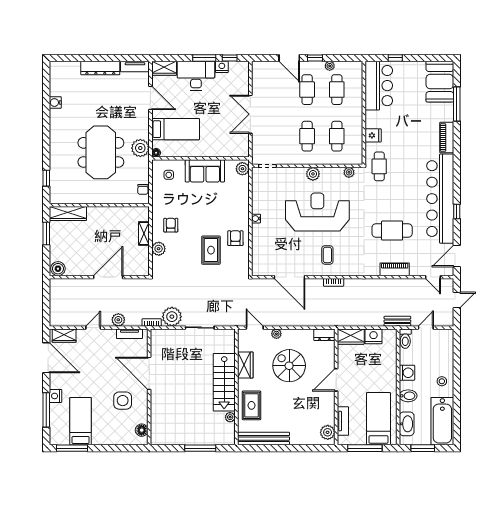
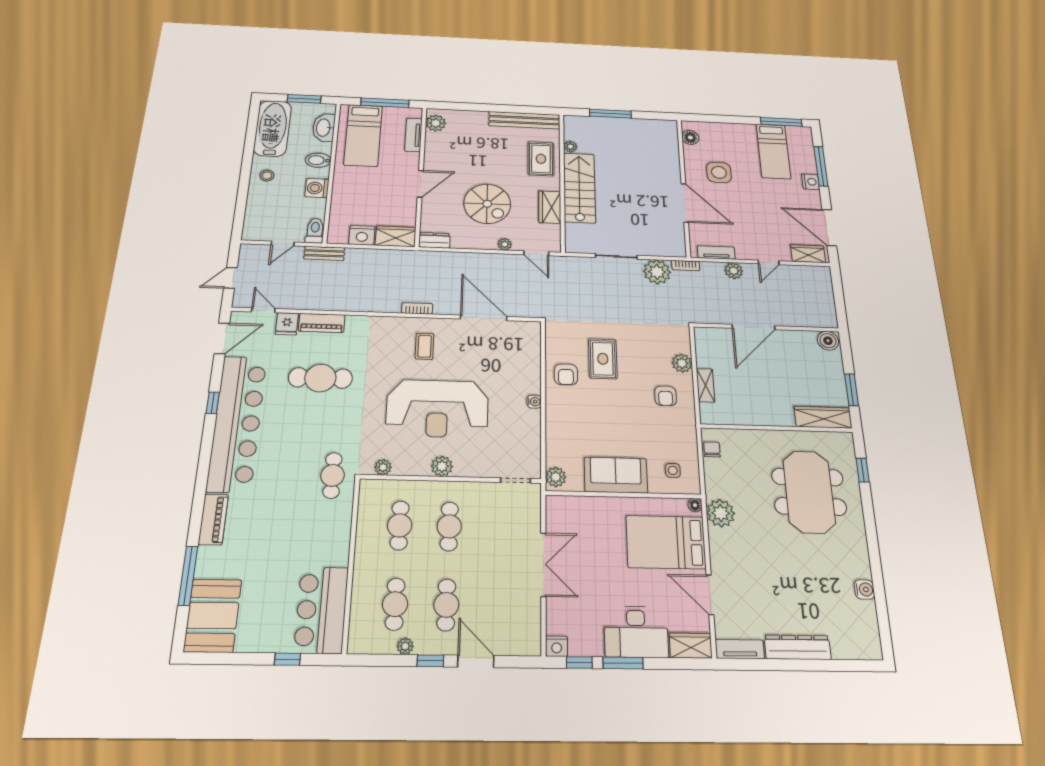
nightstand: (222, 67) -> (557, 646), moved
bed: (176, 129) -> (666, 542), width x1.50
fridge: (373, 135) -> (287, 324), moved, turned -90
meeting table: (101, 152) -> (809, 492), moved

